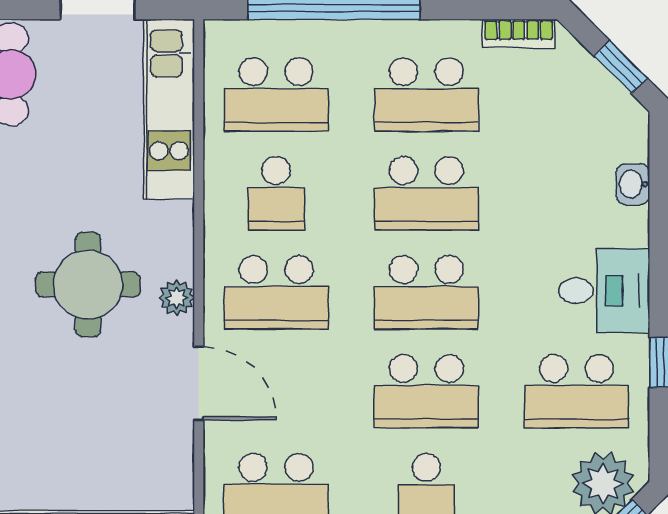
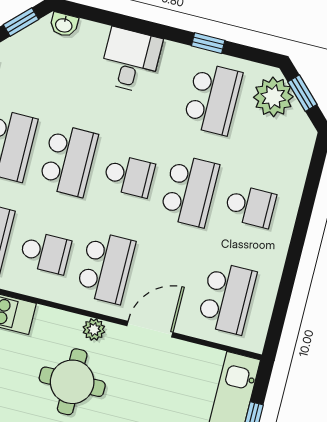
washbasin: (633, 184) -> (64, 25), moved
desk: (604, 291) -> (131, 60), moved
school desk: (426, 292) -> (129, 176), width x0.54

